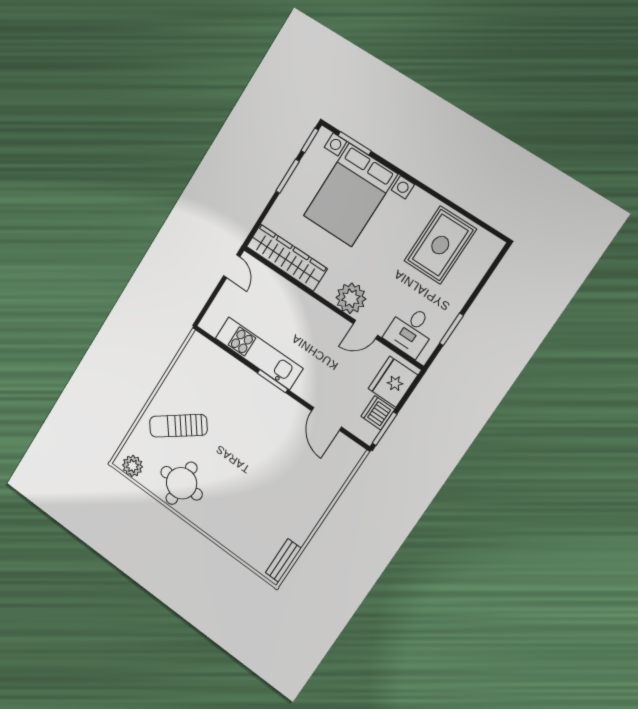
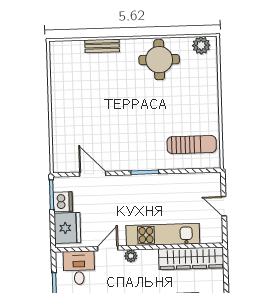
door: (232, 266) -> (224, 206), moved
plant: (351, 298) -> (131, 256), width x0.53, depth x0.53
kitchen unit: (259, 353) -> (163, 235), moved, turned 180
sun lounger: (178, 426) -> (192, 145), moved, turned 37
bench: (283, 561) -> (102, 46), moved, turned 90

